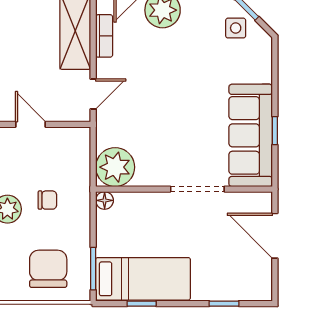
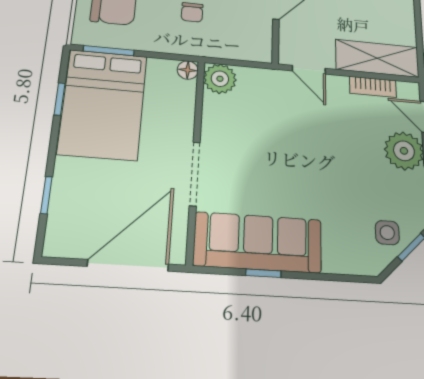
plant: (115, 167) -> (220, 79), width x0.73, depth x0.73
door: (275, 236) -> (128, 265), width x1.36
bed: (143, 279) -> (103, 104), width x1.50

